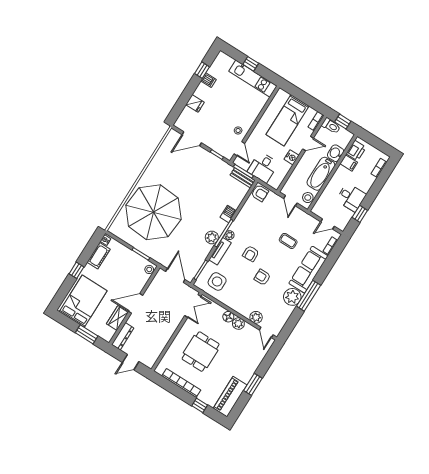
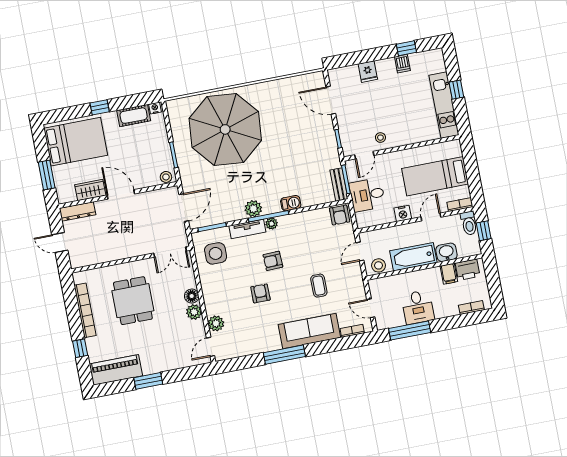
door: (308, 144) -> (431, 217), swing flipped
window: (360, 214) -> (410, 331), width x2.17
plant: (292, 297) -> (268, 340), removed
dining table: (201, 352) -> (133, 301), turned 90

